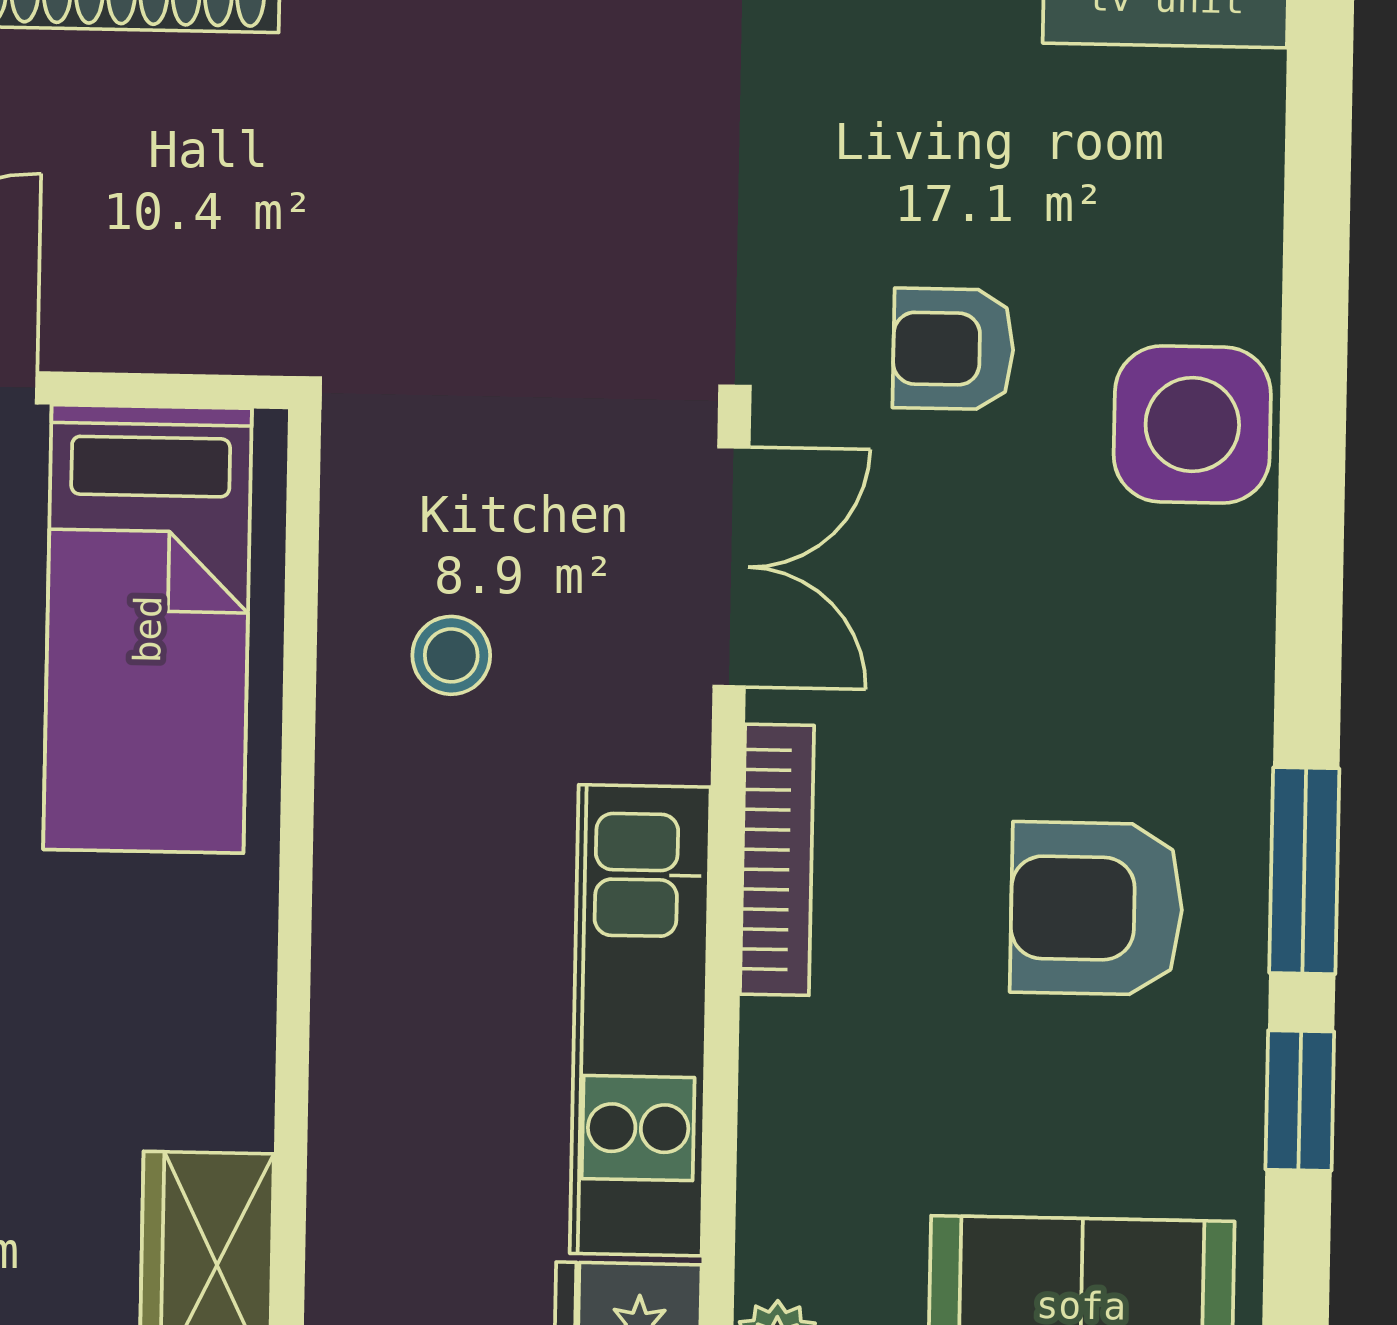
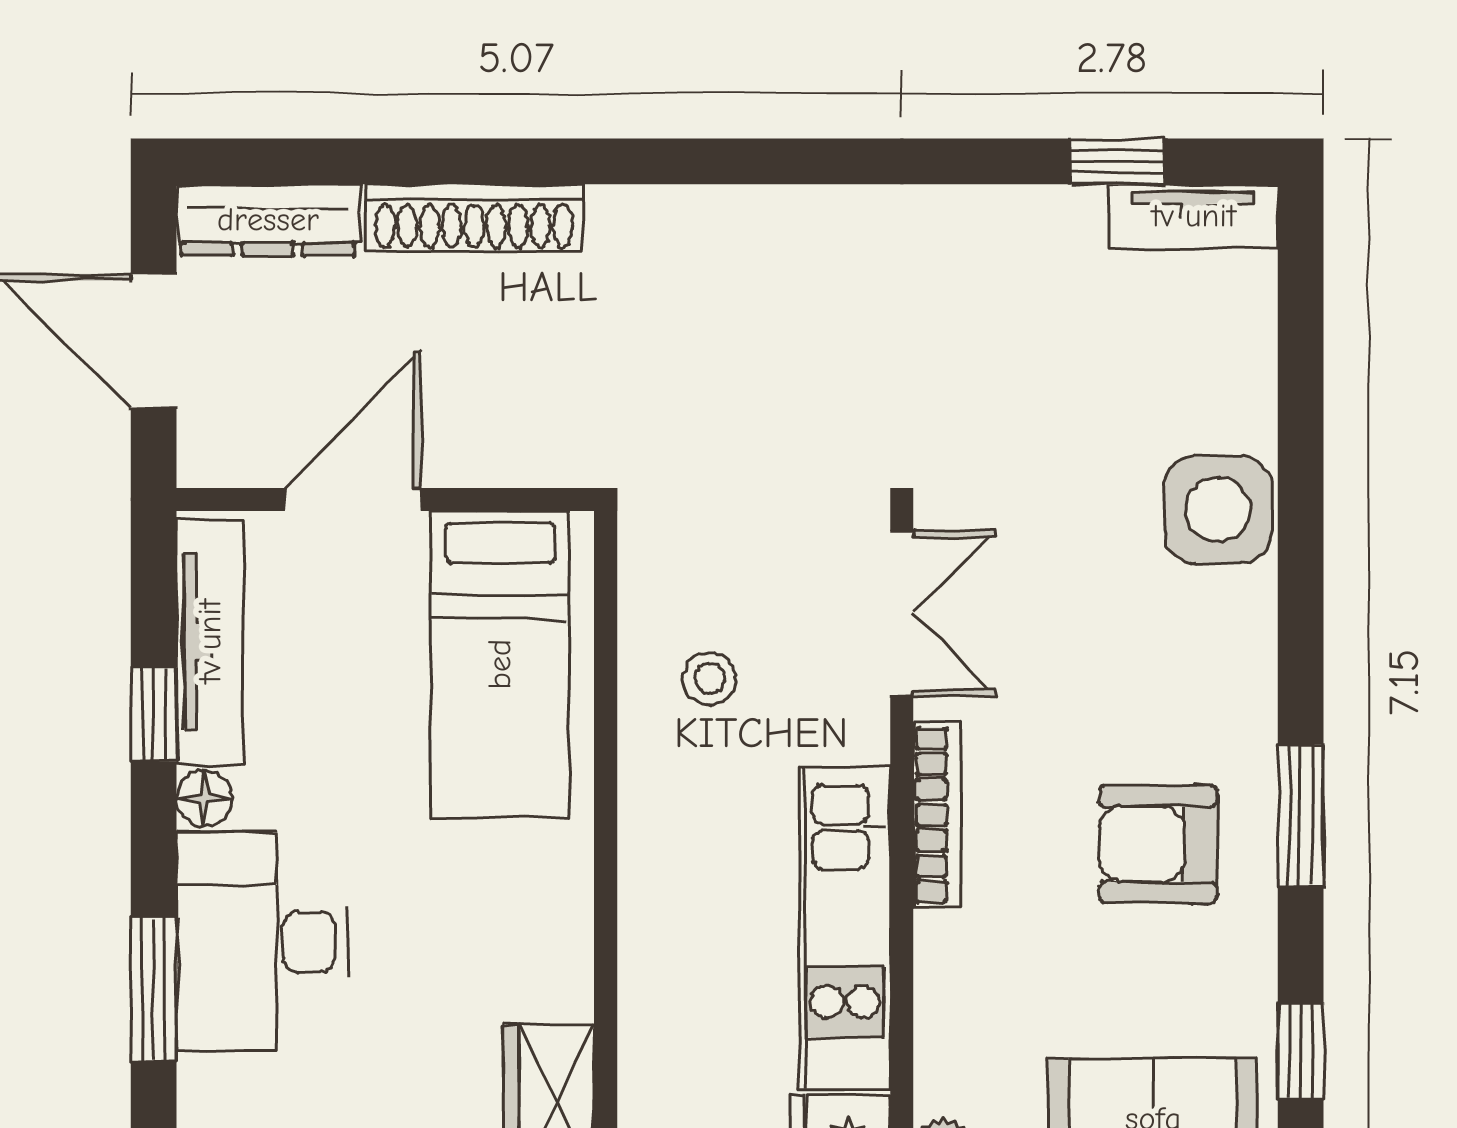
armchair: (953, 349) -> (1052, 461), removed
window: (1300, 1101) -> (1301, 1051), moved

